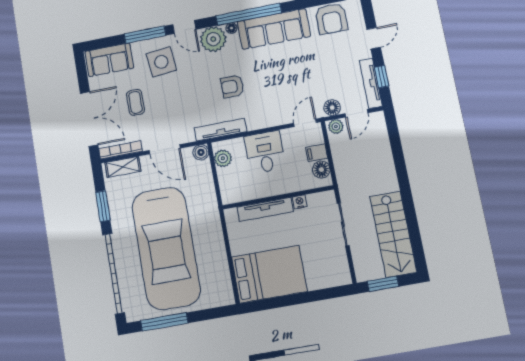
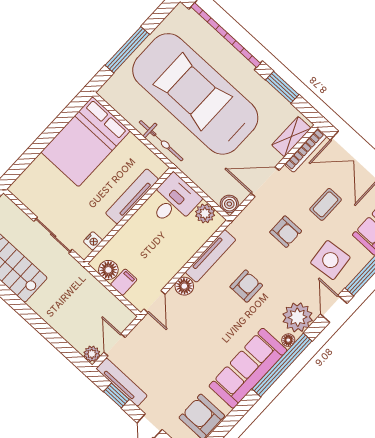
door: (184, 27) -> (334, 309), hinge flipped
coffee table: (135, 102) -> (326, 204), turned 90
armchair: (177, 104) -> (286, 232), added
floor lamp: (332, 108) -> (184, 286), moved
plant: (336, 127) -> (92, 354), moved
tv unit: (221, 130) -> (211, 256), moved
desk: (265, 152) -> (173, 201), moved, turned -90
nightstand: (300, 202) -> (93, 241), moved
bicycle: (215, 233) -> (161, 141), added
window: (164, 322) -> (127, 50), moved

